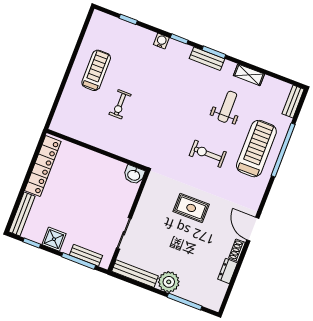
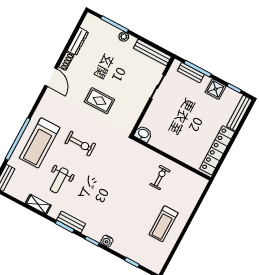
exercise bike: (120, 104) -> (160, 177), moved
dresser: (228, 271) -> (78, 41), width x1.44
plant: (169, 282) -> (124, 37), width x0.53, depth x0.53

